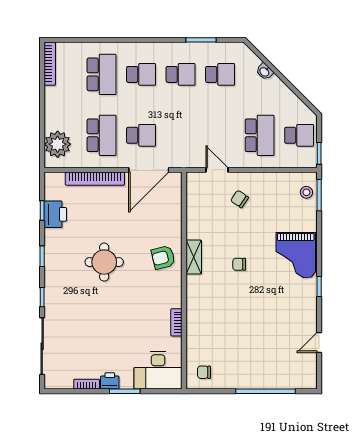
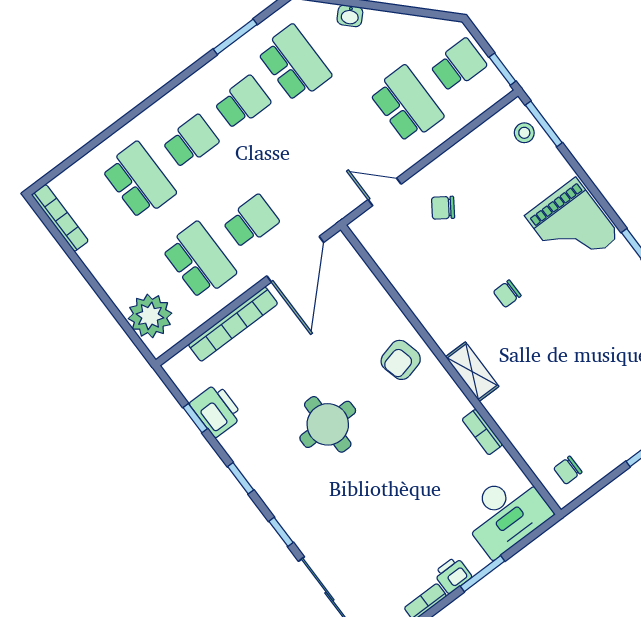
school desk: (220, 74) -> (294, 63), width x1.85
shelving: (194, 257) -> (472, 372), moved

